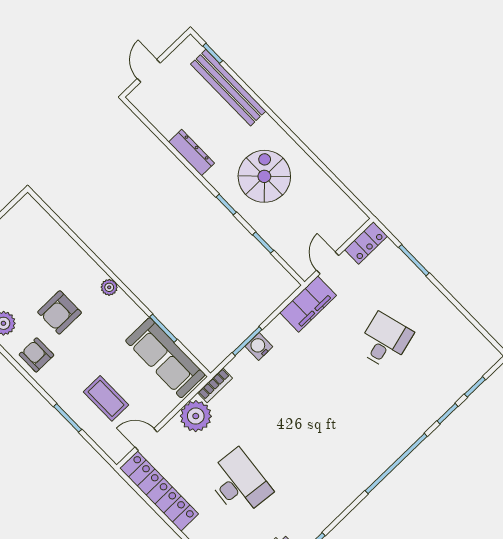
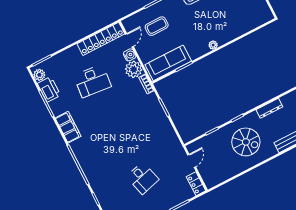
door: (328, 263) -> (192, 161), hinge flipped
filing cabinet: (308, 304) -> (68, 127), moved, turned 180
armchair: (60, 312) -> (208, 16), removed
water cooler: (259, 347) -> (130, 55), moved

